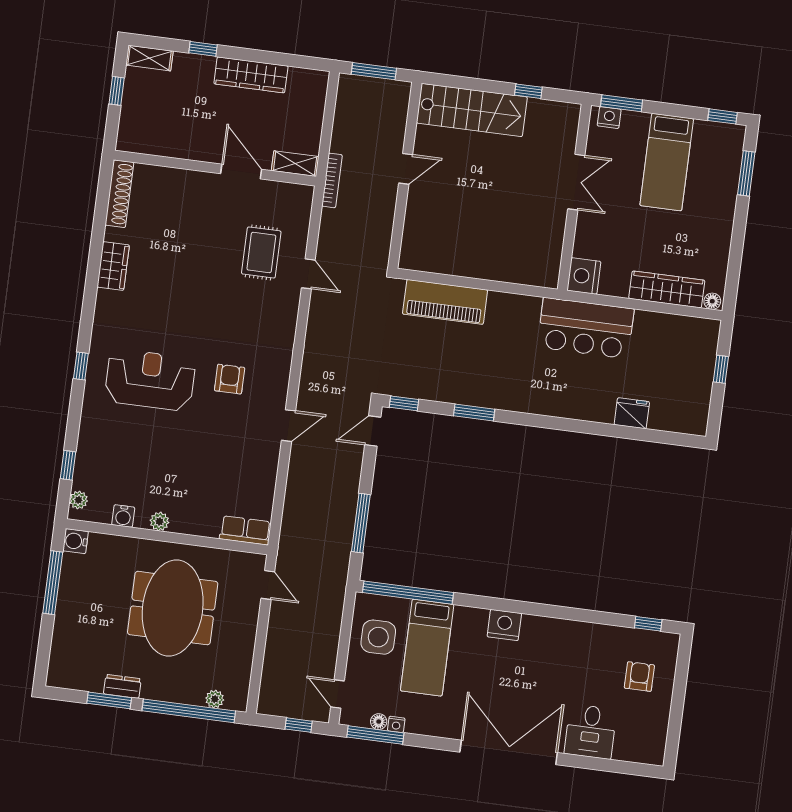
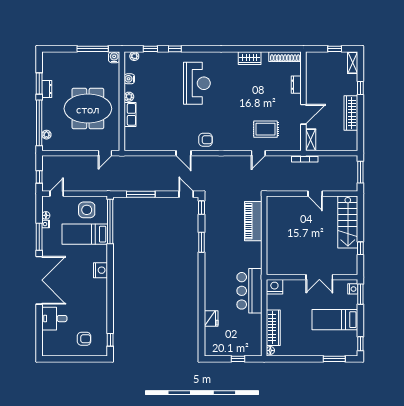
dresser: (179, 178) -> (296, 85), added
window: (81, 366) -> (175, 49), moved
armchair: (230, 379) -> (206, 140), moved
row of seats: (245, 530) -> (130, 114), moved
window: (375, 735) -> (39, 237), moved

